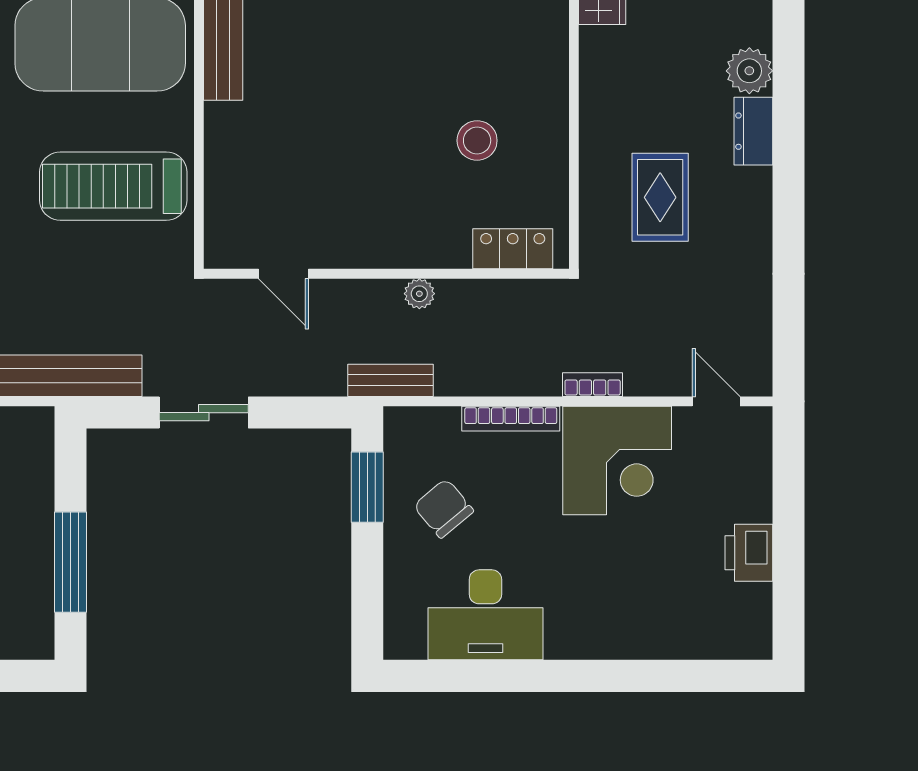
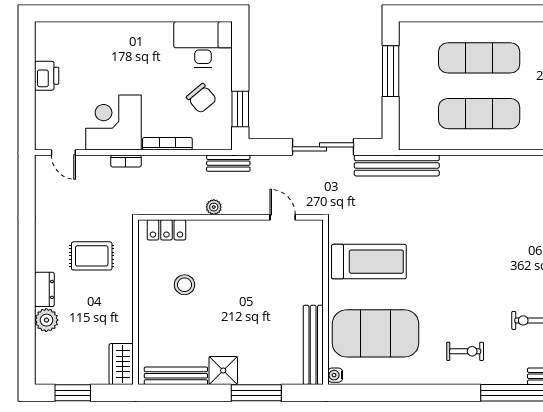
rug: (660, 197) -> (92, 256), turned 90
sliding door: (204, 413) -> (323, 147), width x1.37
desk: (485, 615) -> (203, 44), moved

